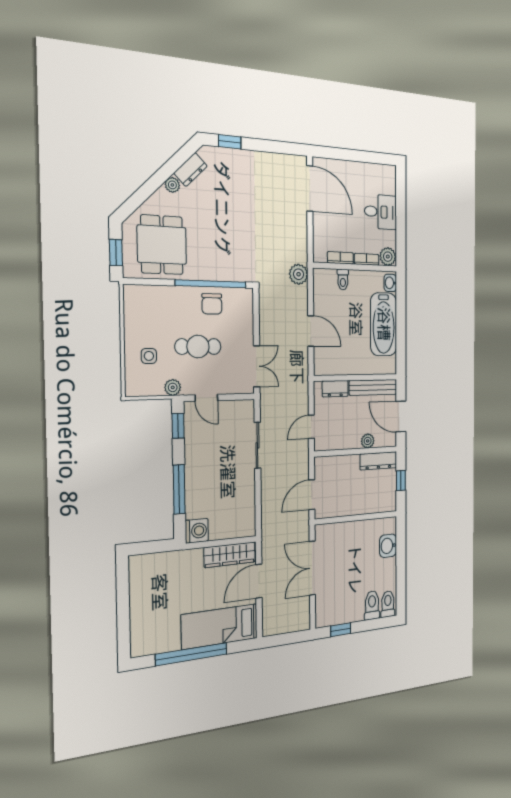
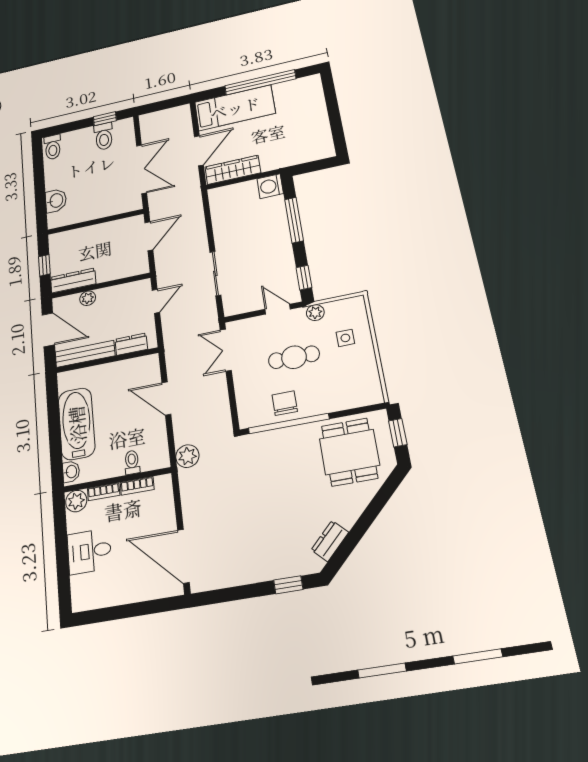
plant: (172, 185) -> (348, 519), removed
toilet: (372, 605) -> (104, 136), moved

